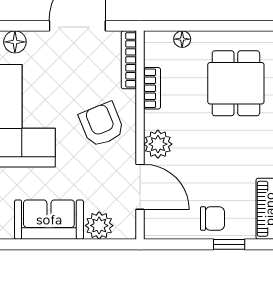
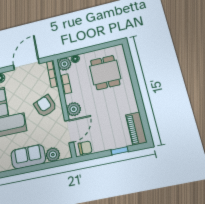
plant: (158, 45) -> (64, 64), added
door: (140, 187) -> (69, 131), hinge flipped
chair: (213, 219) -> (85, 148), moved

